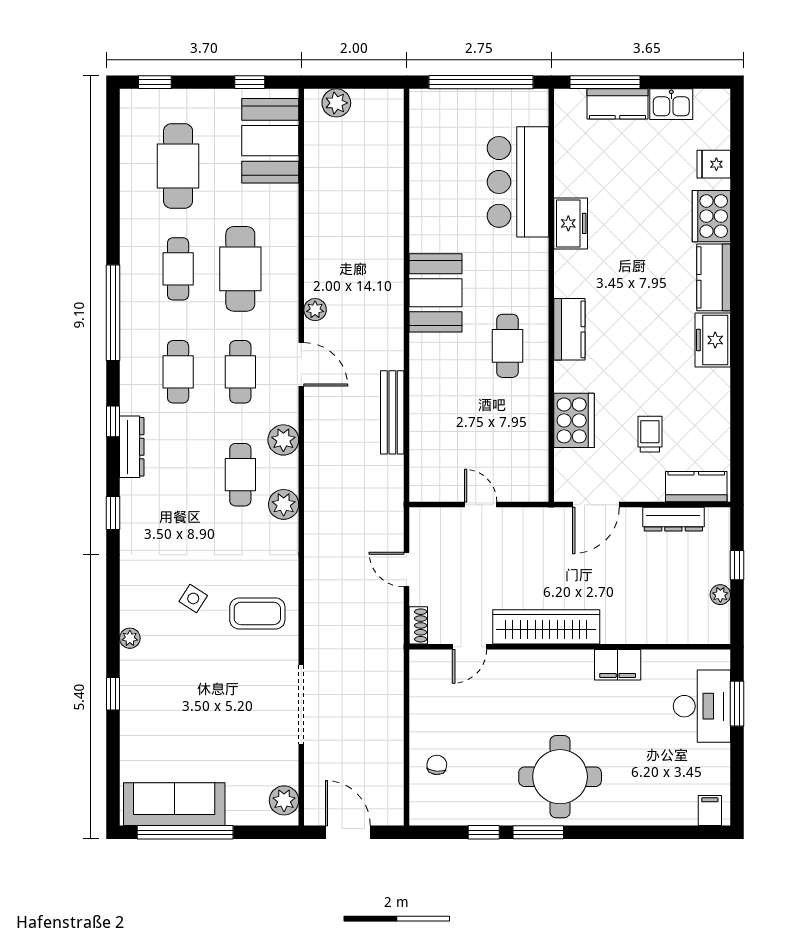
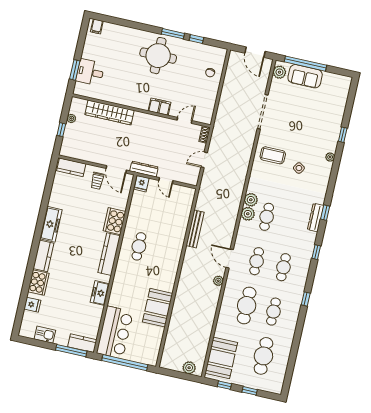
window: (155, 82) -> (250, 391), moved
kitchen counter: (617, 104) -> (82, 343), moved
bar counter: (518, 182) -> (115, 332), moved
booth: (436, 293) -> (158, 308), moved
window: (113, 313) -> (306, 299), width x0.32
kitchen counter: (569, 329) -> (109, 254), width x1.50
freezer: (713, 340) -> (51, 224), width x1.40
cooker: (574, 420) -> (114, 221), moved
trolley: (650, 434) -> (97, 181), moved
plant: (283, 440) -> (248, 214), moved
dresser: (132, 447) -> (316, 218), moved
fridge: (533, 486) -> (142, 184), added
door: (596, 505) -> (116, 169), swing flipped
dresser: (673, 519) -> (144, 169), moved
door: (407, 570) -> (204, 160), swing flipped
wardrobe: (546, 627) -> (109, 112), moved
filing cabinet: (618, 665) -> (160, 107), moved
desk: (702, 706) -> (90, 72), width x0.73
sofa: (174, 804) -> (305, 76), moved, width x0.73
window: (185, 832) -> (305, 64), moved

